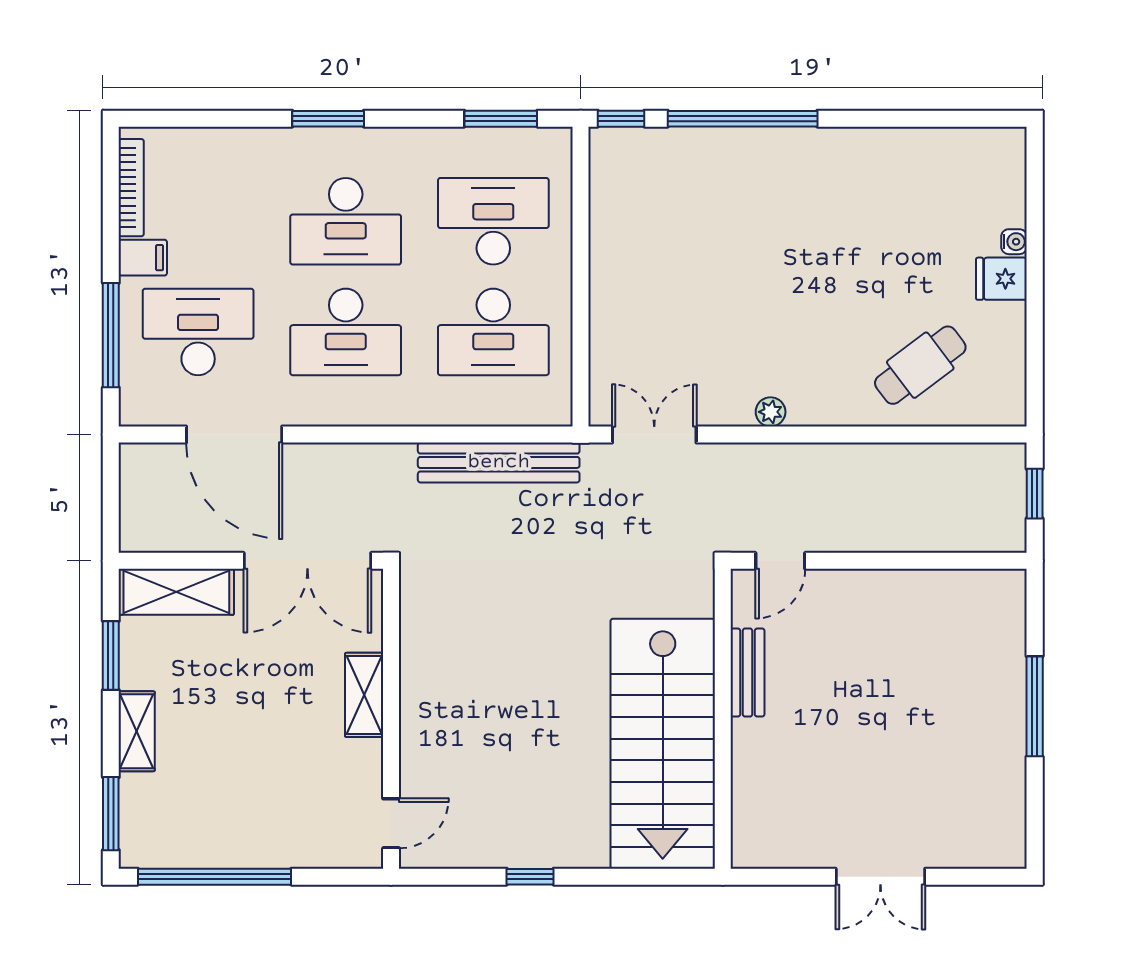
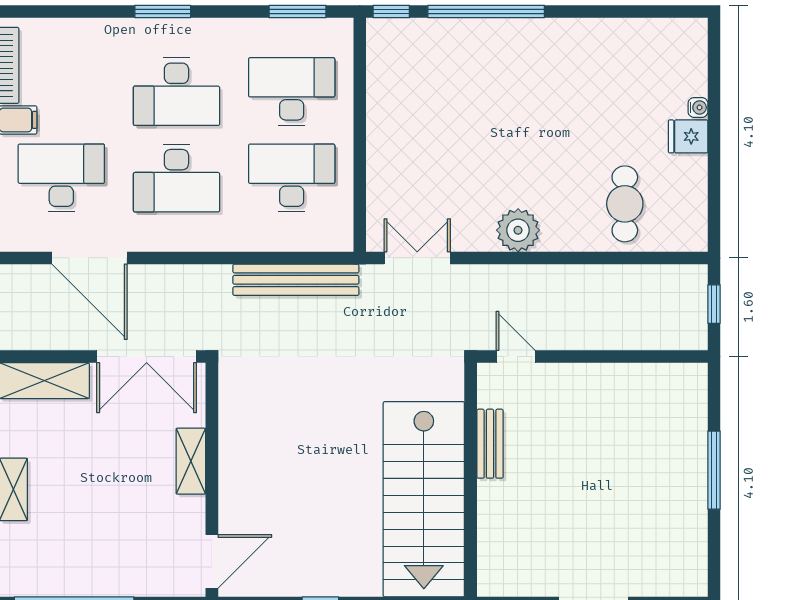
desk: (493, 332) -> (292, 178), turned 180
cafe table: (920, 365) -> (625, 204), turned -53
plant: (771, 412) -> (518, 230), width x1.88, depth x1.88
door: (780, 561) -> (516, 357), swing flipped
door: (391, 823) -> (212, 561), width x1.38

